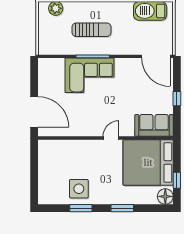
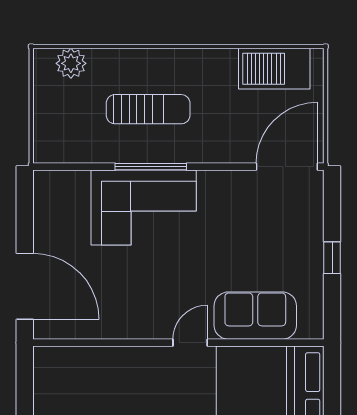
door: (156, 56) -> (287, 167), swing flipped
sofa: (154, 125) -> (255, 316), moved

